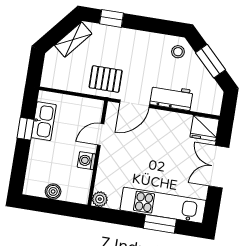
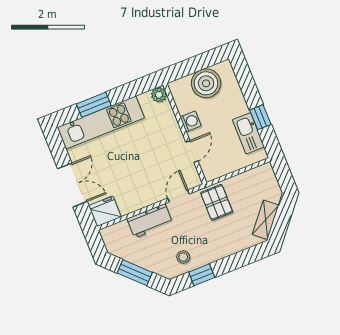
window: (111, 18) -> (202, 275), moved
stool: (178, 52) -> (183, 257), moved
pallet: (106, 79) -> (217, 202), turned 90
door: (135, 104) -> (179, 196), width x0.73
boiler: (53, 191) -> (206, 83), width x1.86, depth x1.86

